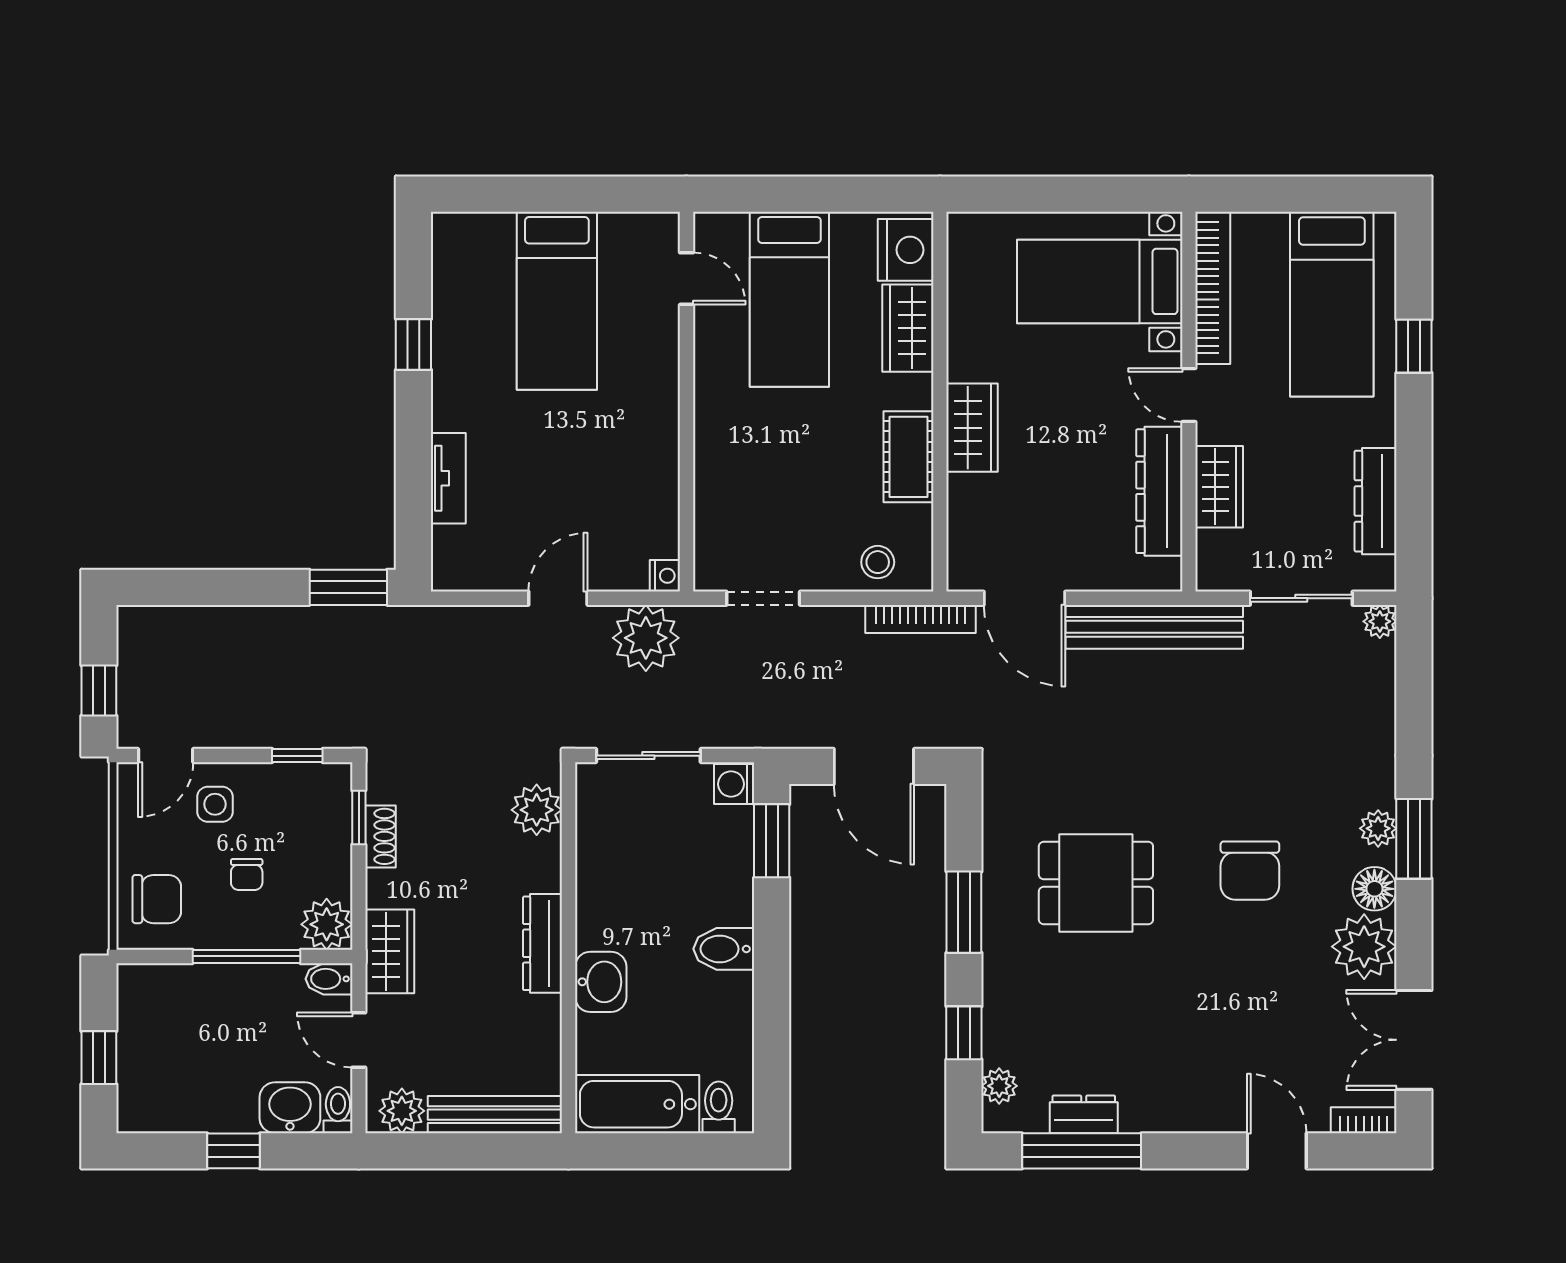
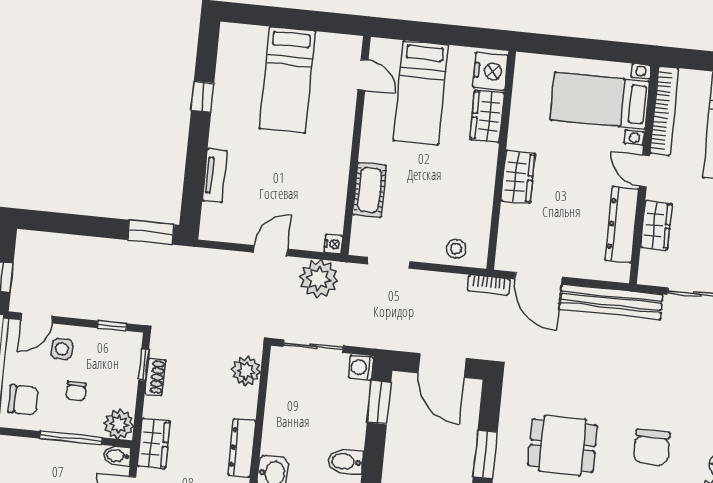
cot: (909, 457) -> (369, 190), moved
bookcase: (921, 619) -> (489, 285), width x0.64

